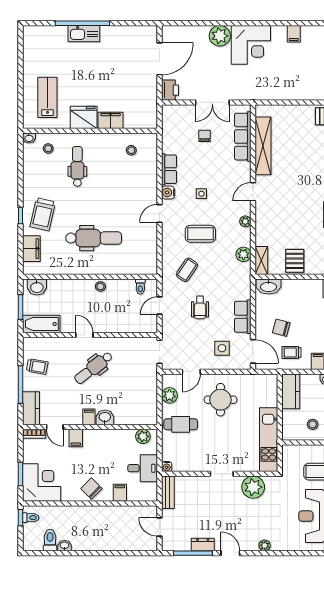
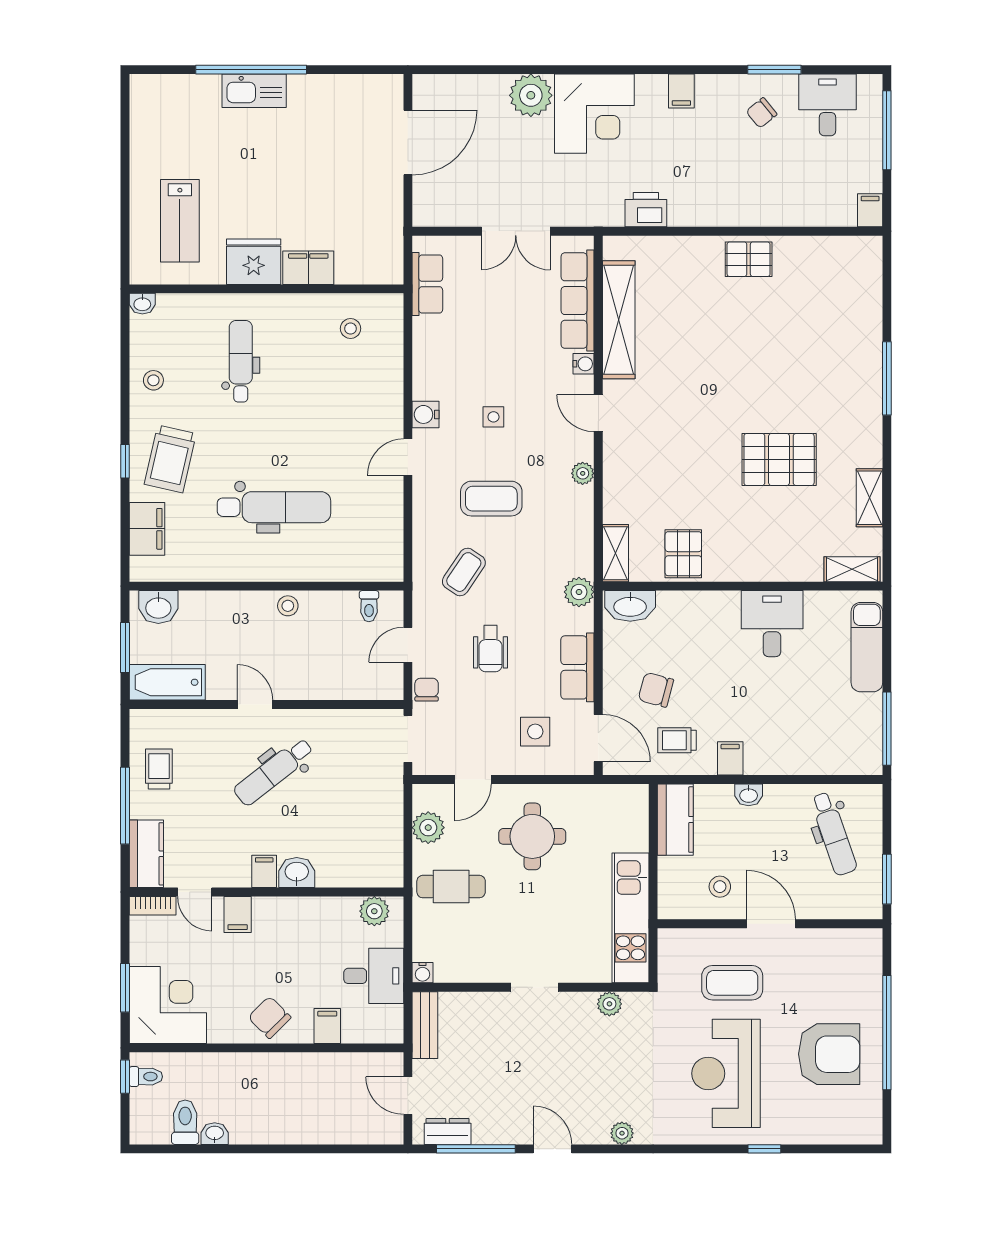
printer: (170, 90) -> (646, 210), moved, turned -90
lab bench: (47, 97) -> (180, 221), turned 180
chair: (205, 136) -> (427, 690), moved
stool: (48, 148) -> (153, 380), moved
water cooler: (246, 168) -> (584, 364), added
row of seats: (169, 169) -> (427, 284), moved
door: (253, 192) -> (598, 413), hinge flipped
plant: (243, 254) -> (579, 592), moved
trolley: (37, 367) -> (159, 769), turned -100
plant: (253, 487) -> (609, 1004), width x0.53, depth x0.53
dresser: (203, 545) -> (448, 1131), moved

